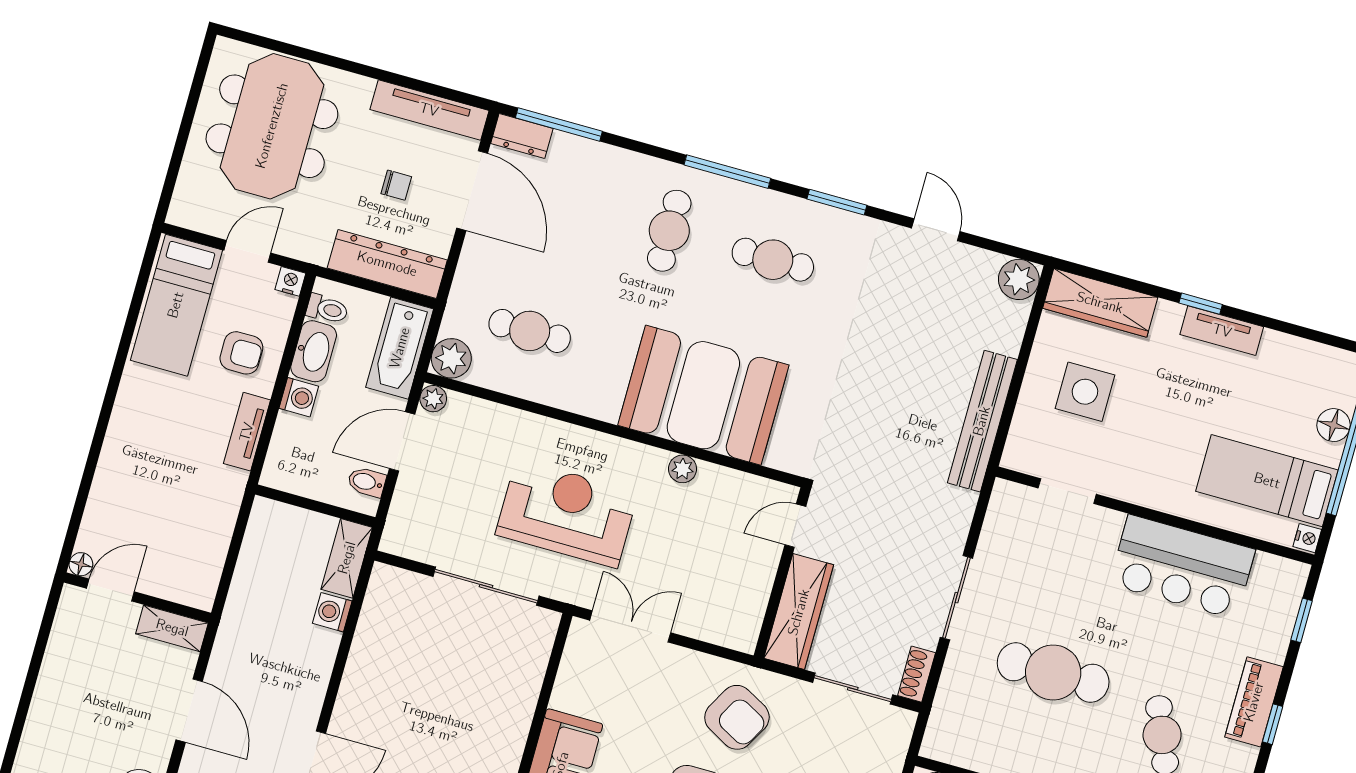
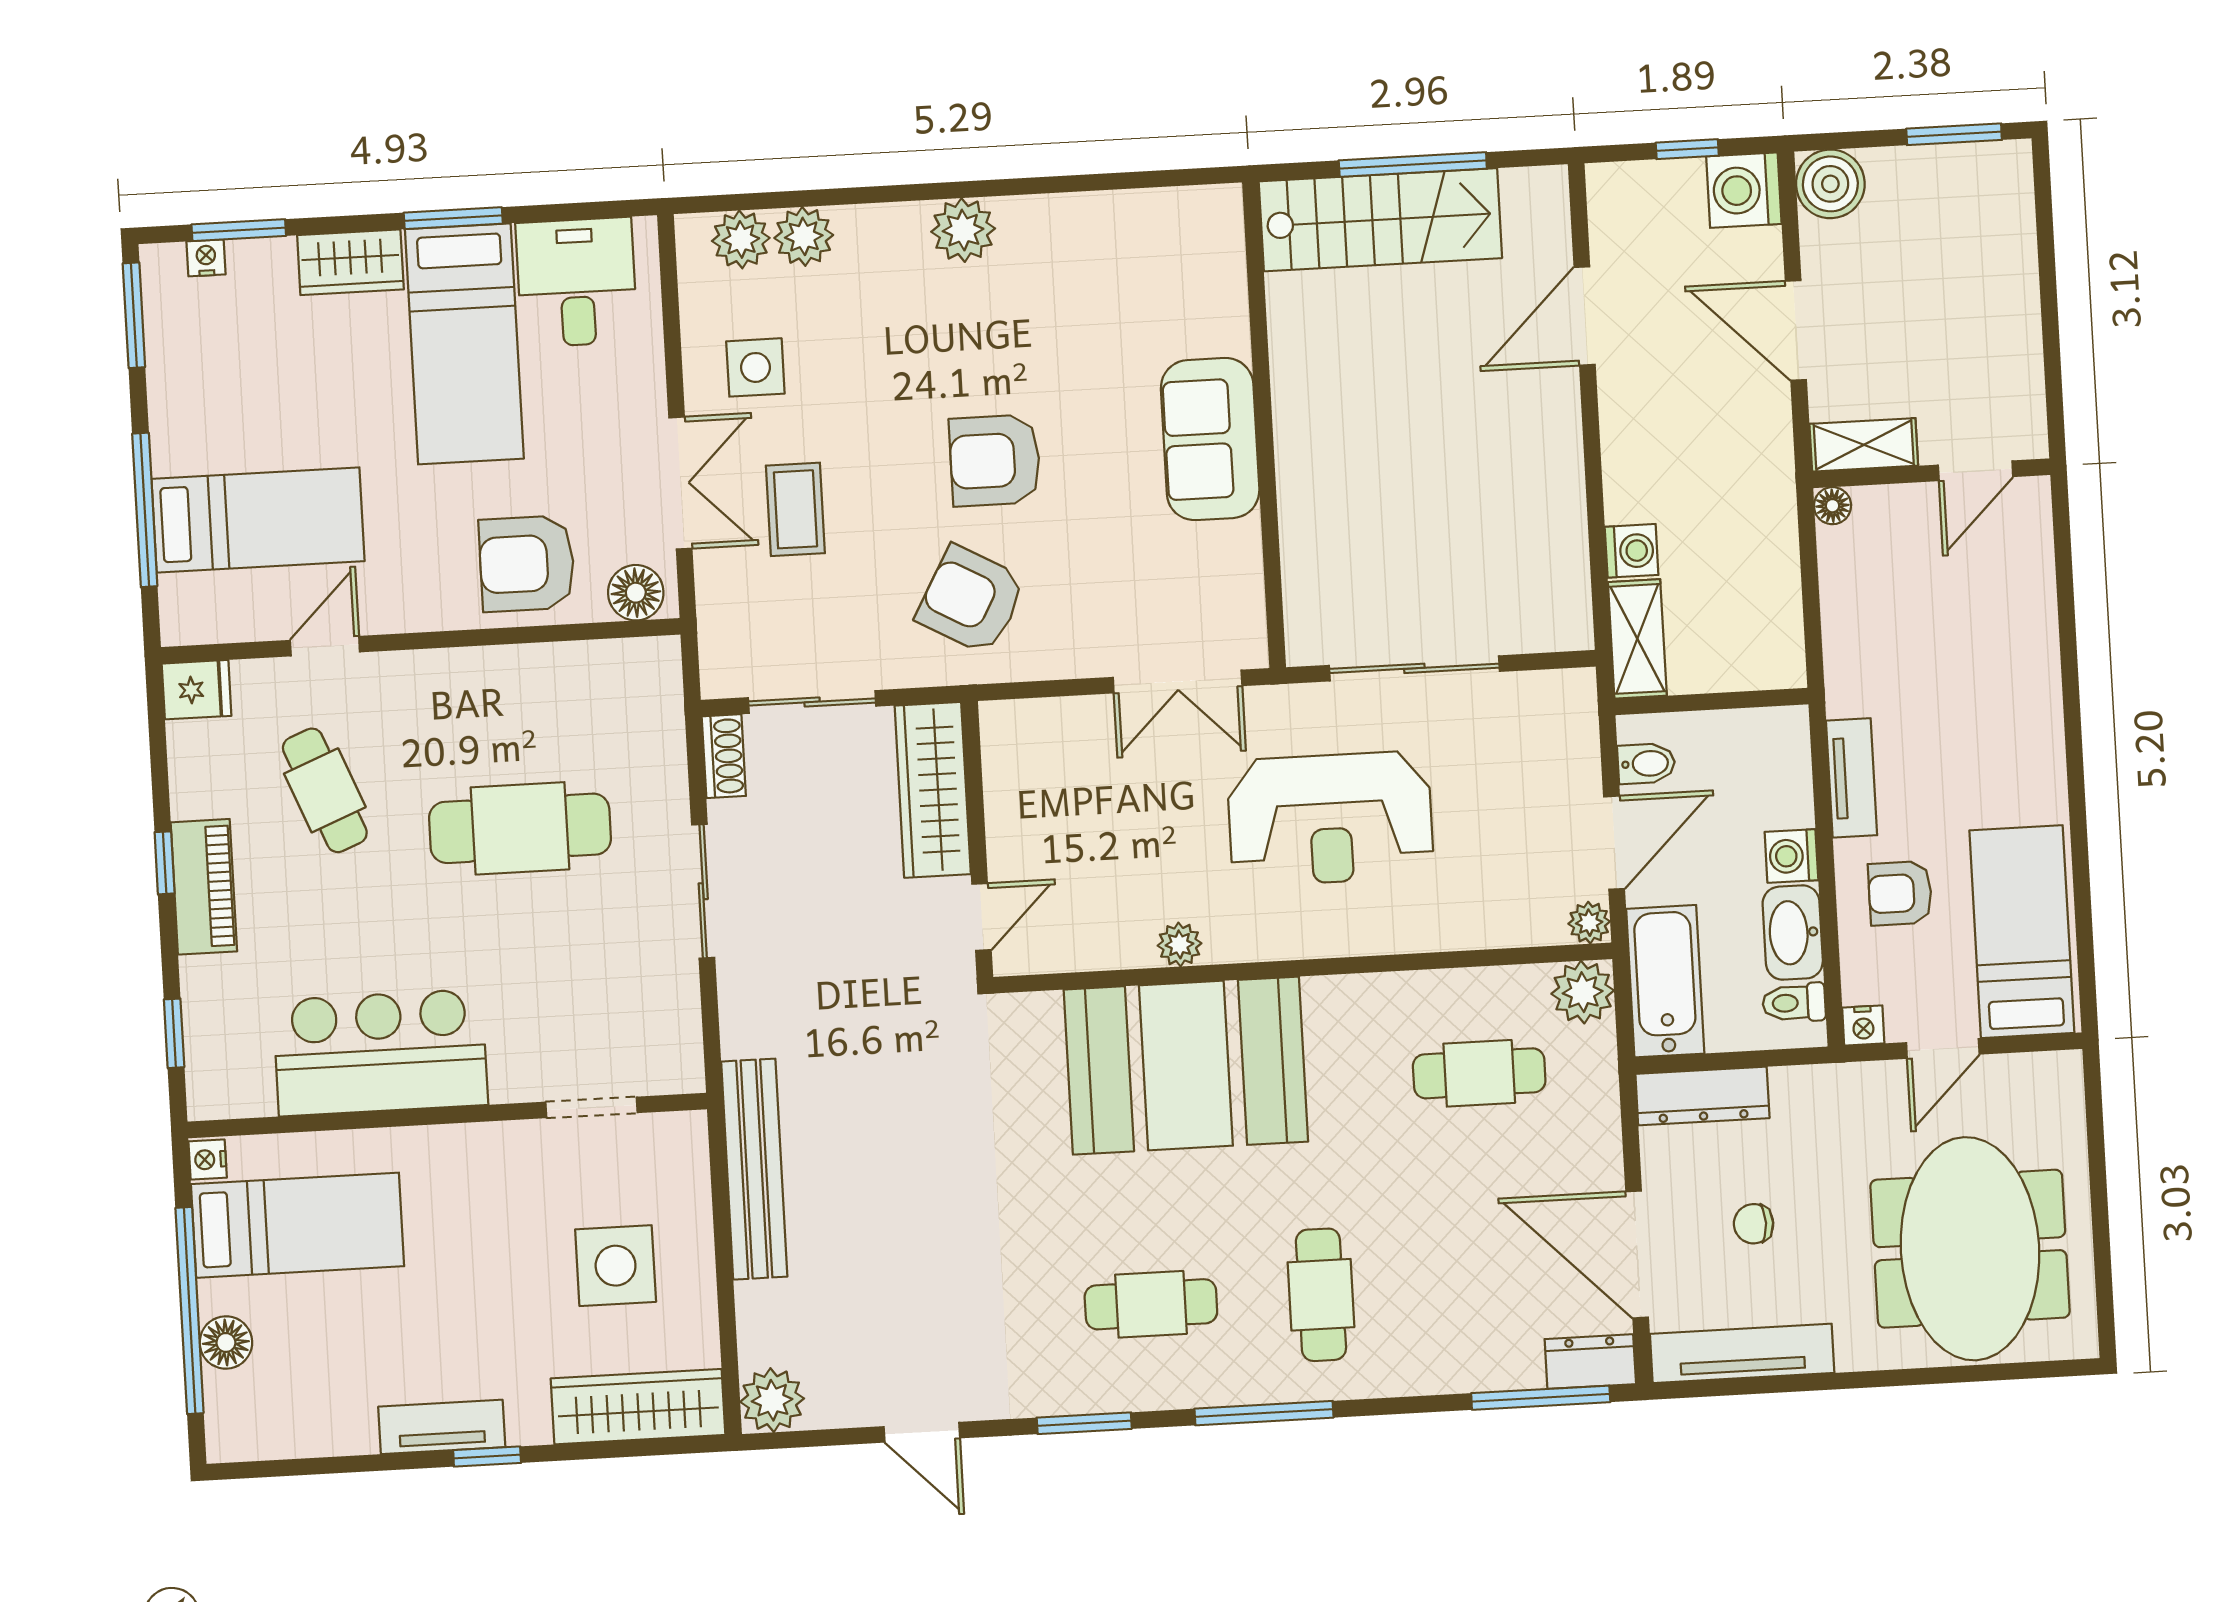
dresser: (387, 264) -> (1702, 1096), width x0.73, depth x0.80
floor lamp: (81, 564) -> (1833, 506), moved

